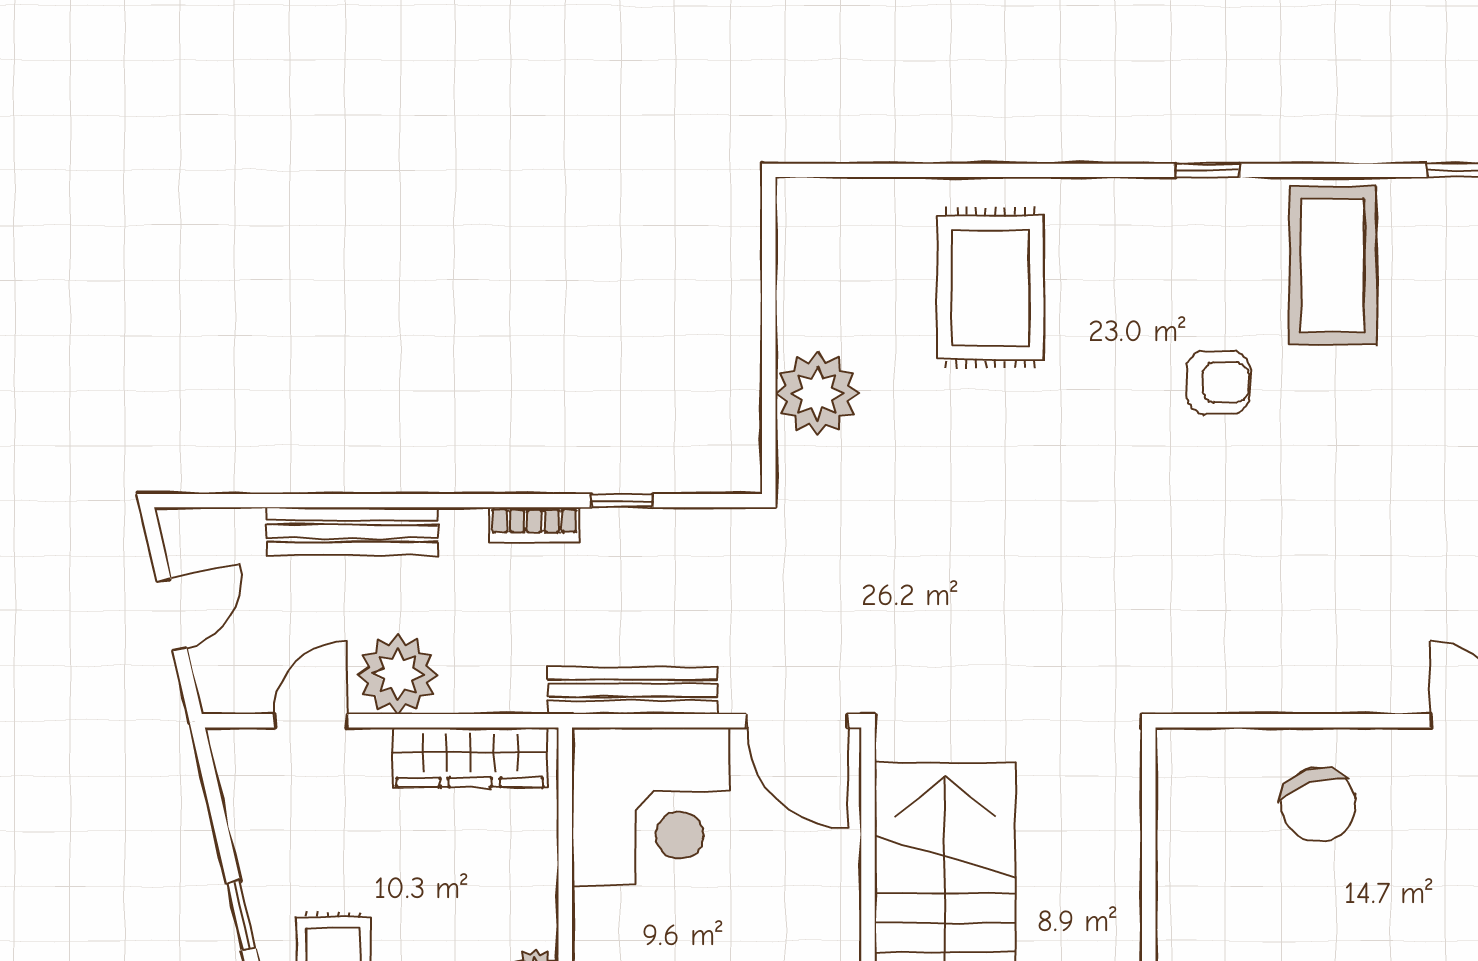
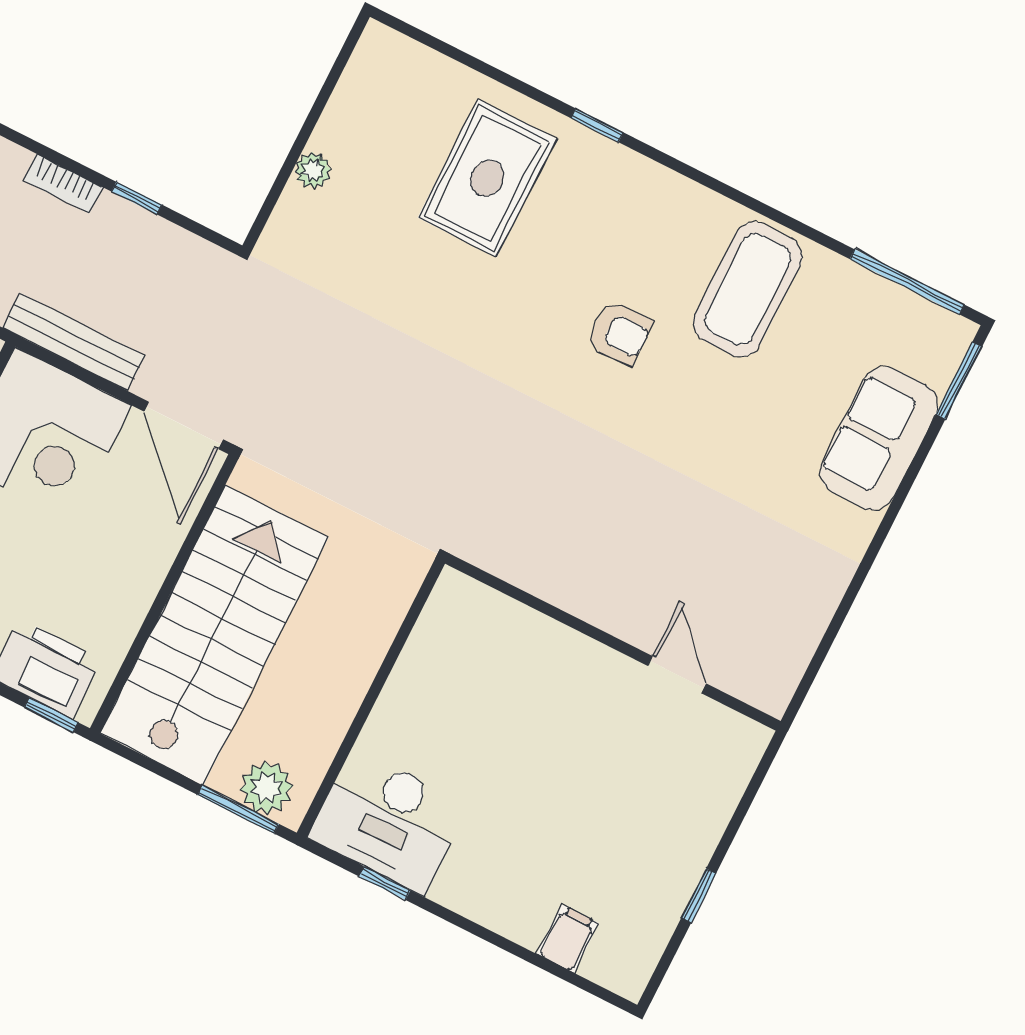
window: (1207, 170) -> (597, 125), moved
plant: (817, 394) -> (313, 170), width x0.53, depth x0.53
chair: (1319, 805) -> (536, 681), removed

